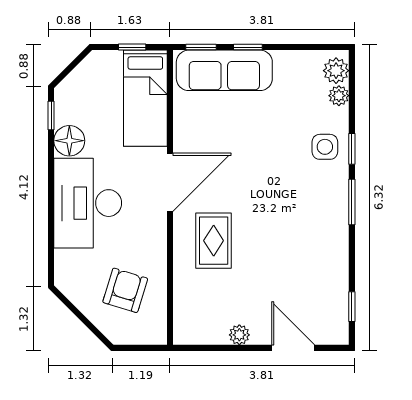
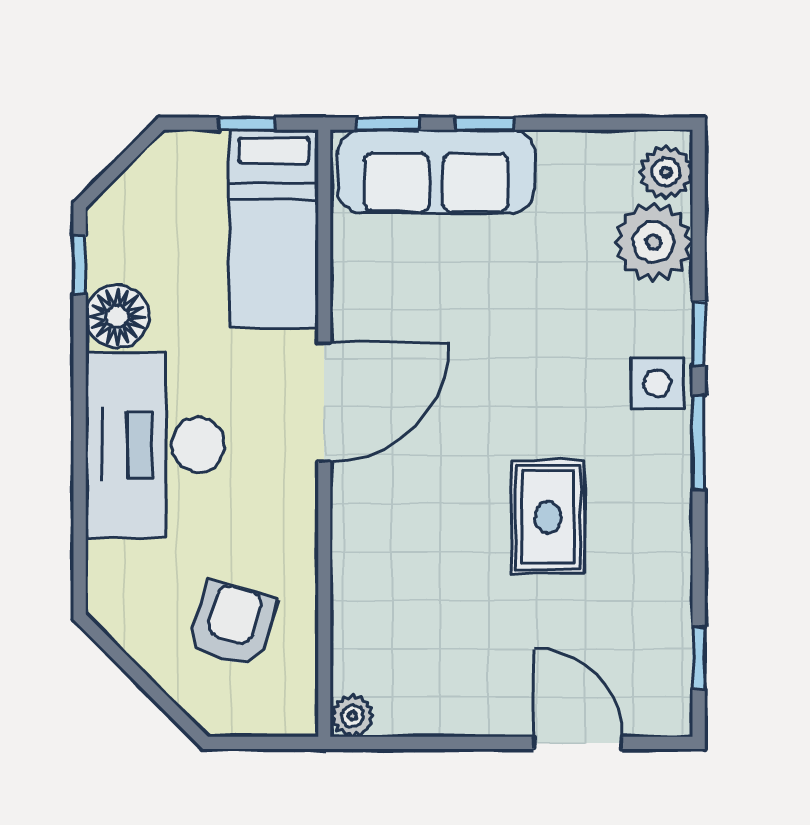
plant: (339, 96) -> (653, 242), width x1.87, depth x1.87
side table: (325, 147) -> (657, 383), moved
rug: (214, 241) -> (548, 517), moved
plant: (239, 335) -> (353, 716), moved

